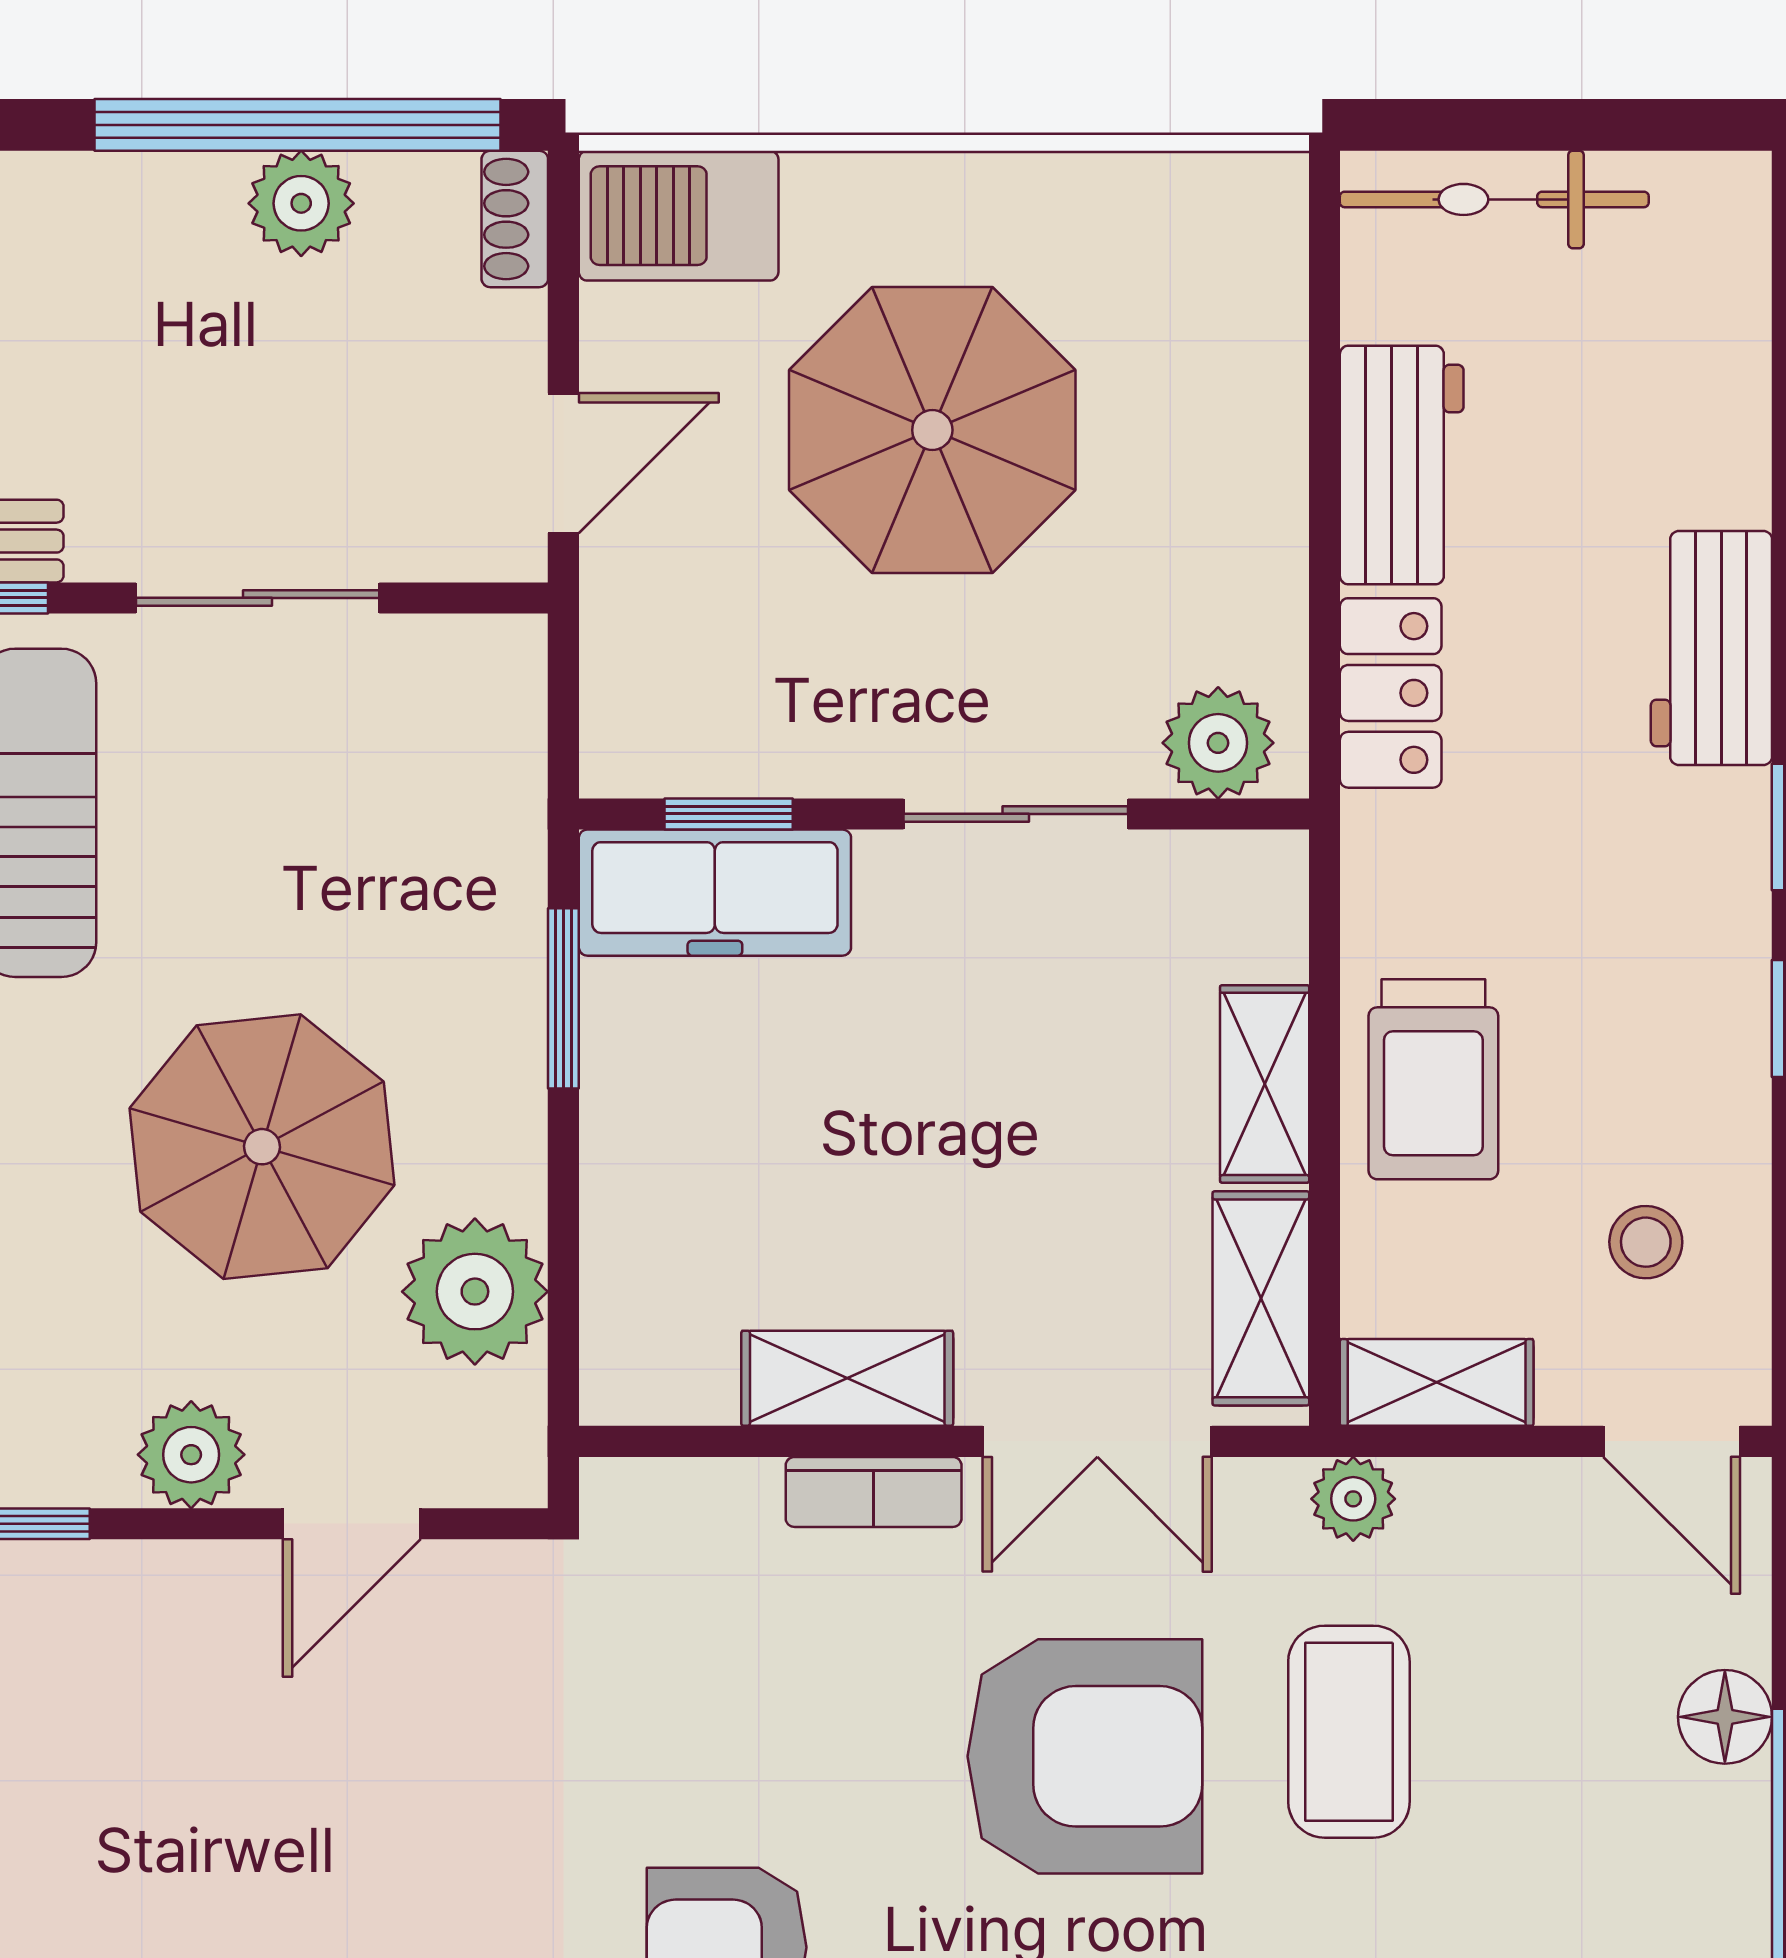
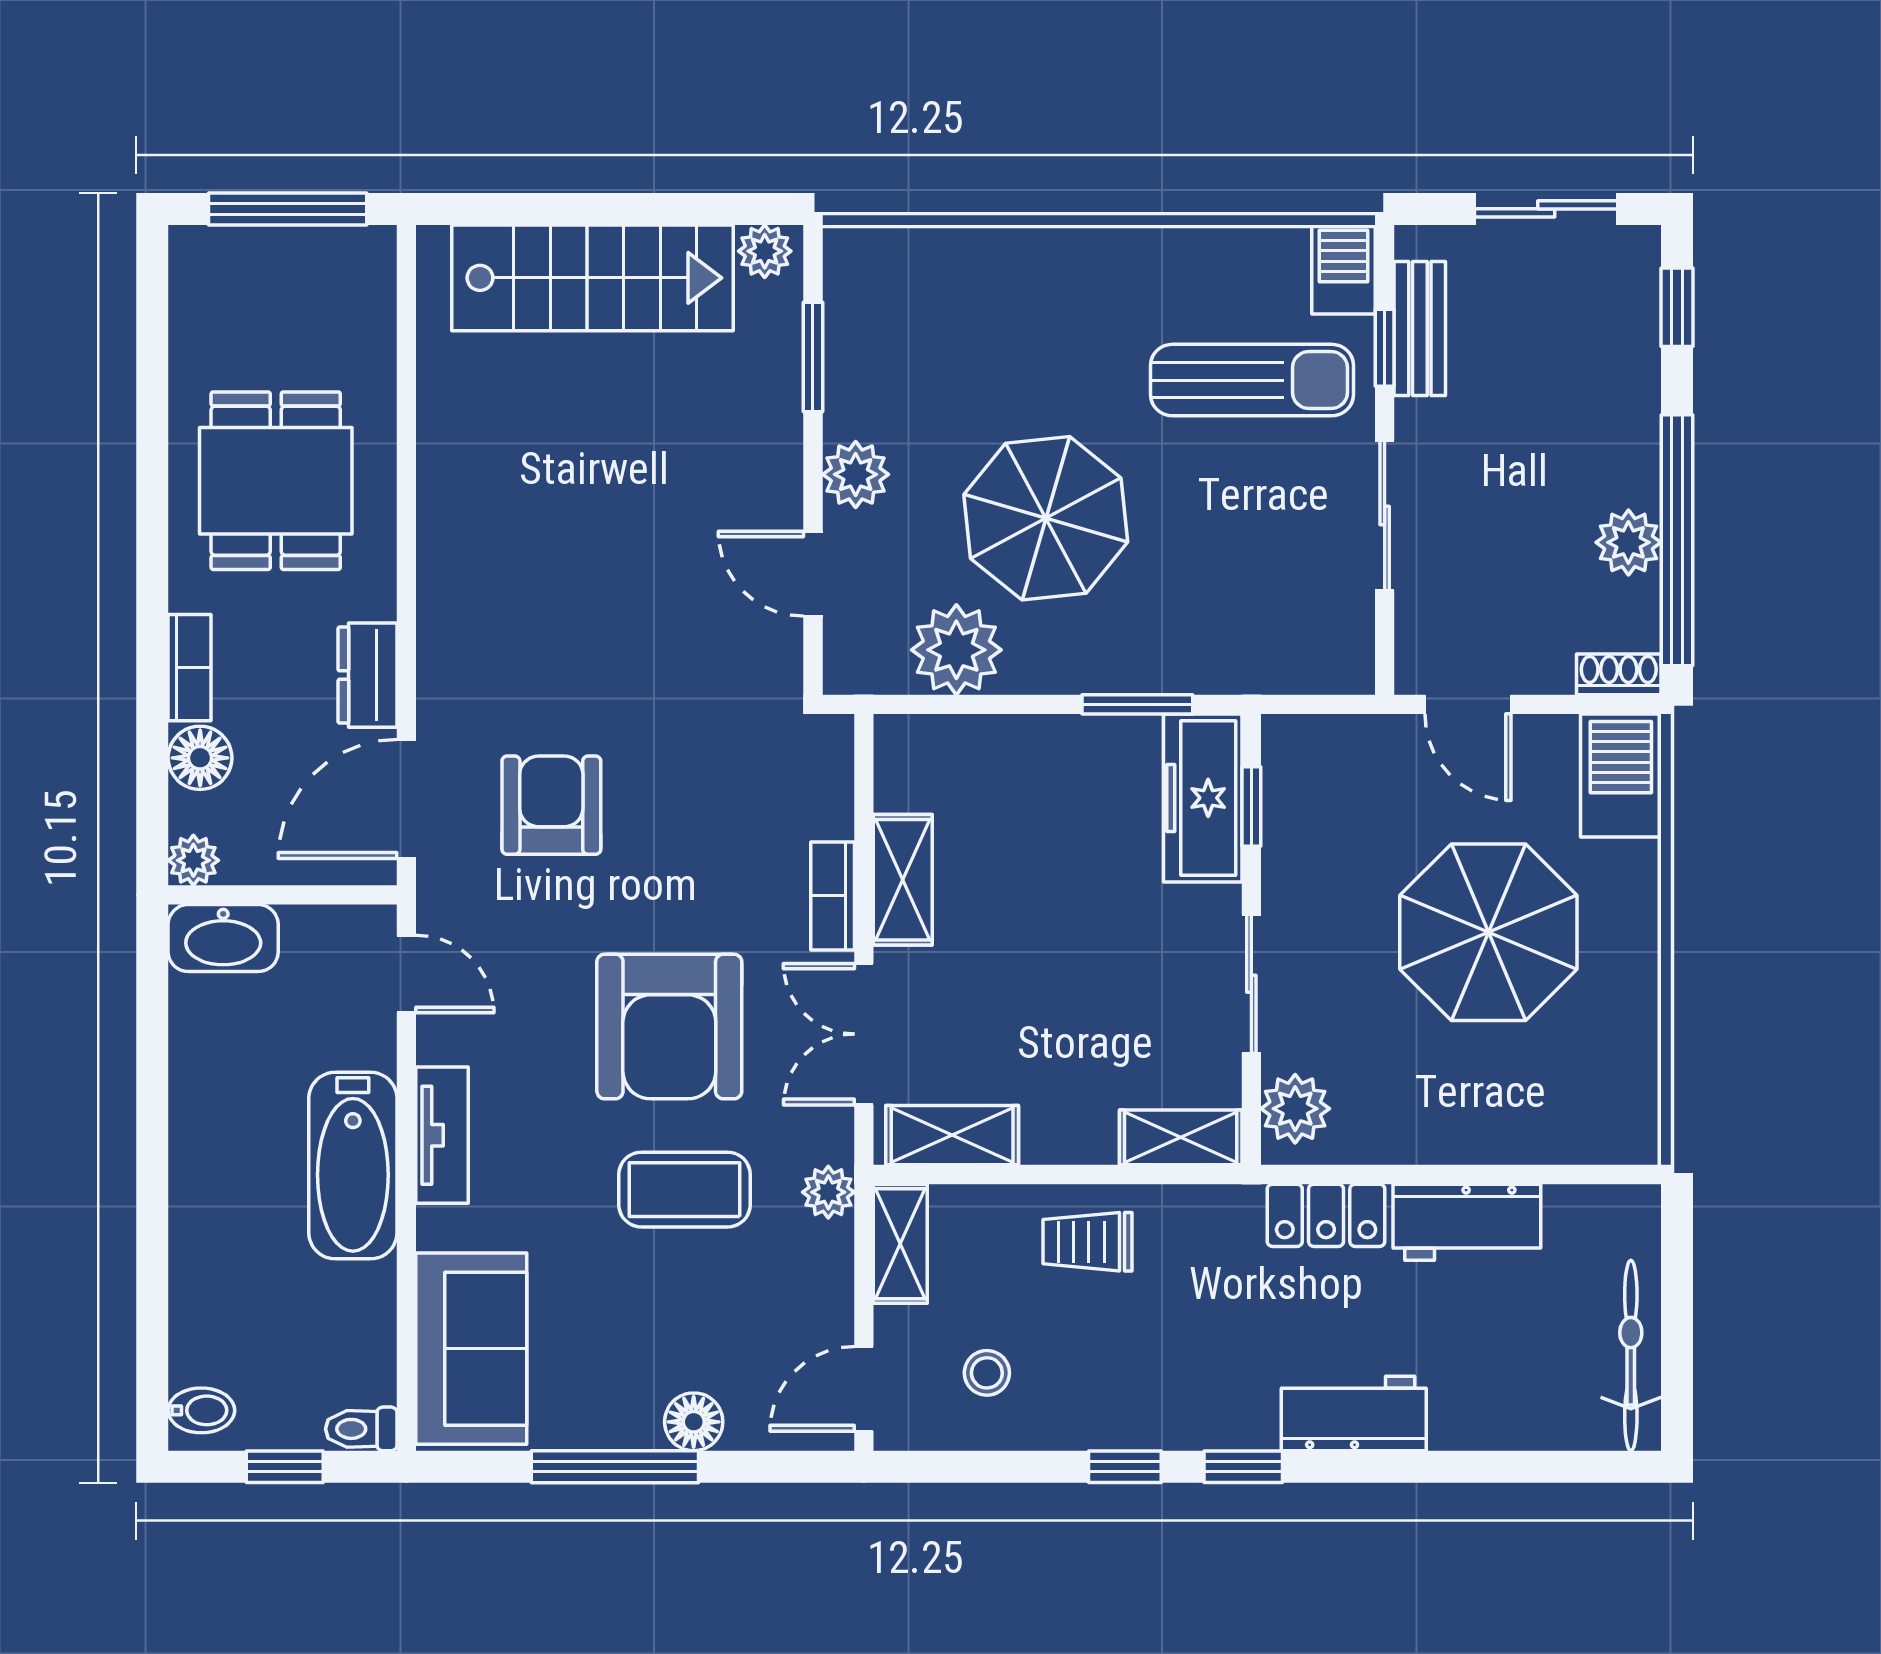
bicycle: (1494, 199) -> (1631, 1356), moved
trolley: (1433, 1079) -> (1087, 1242), width x0.73, depth x0.72
shelving: (1265, 1084) -> (1181, 1137), moved

